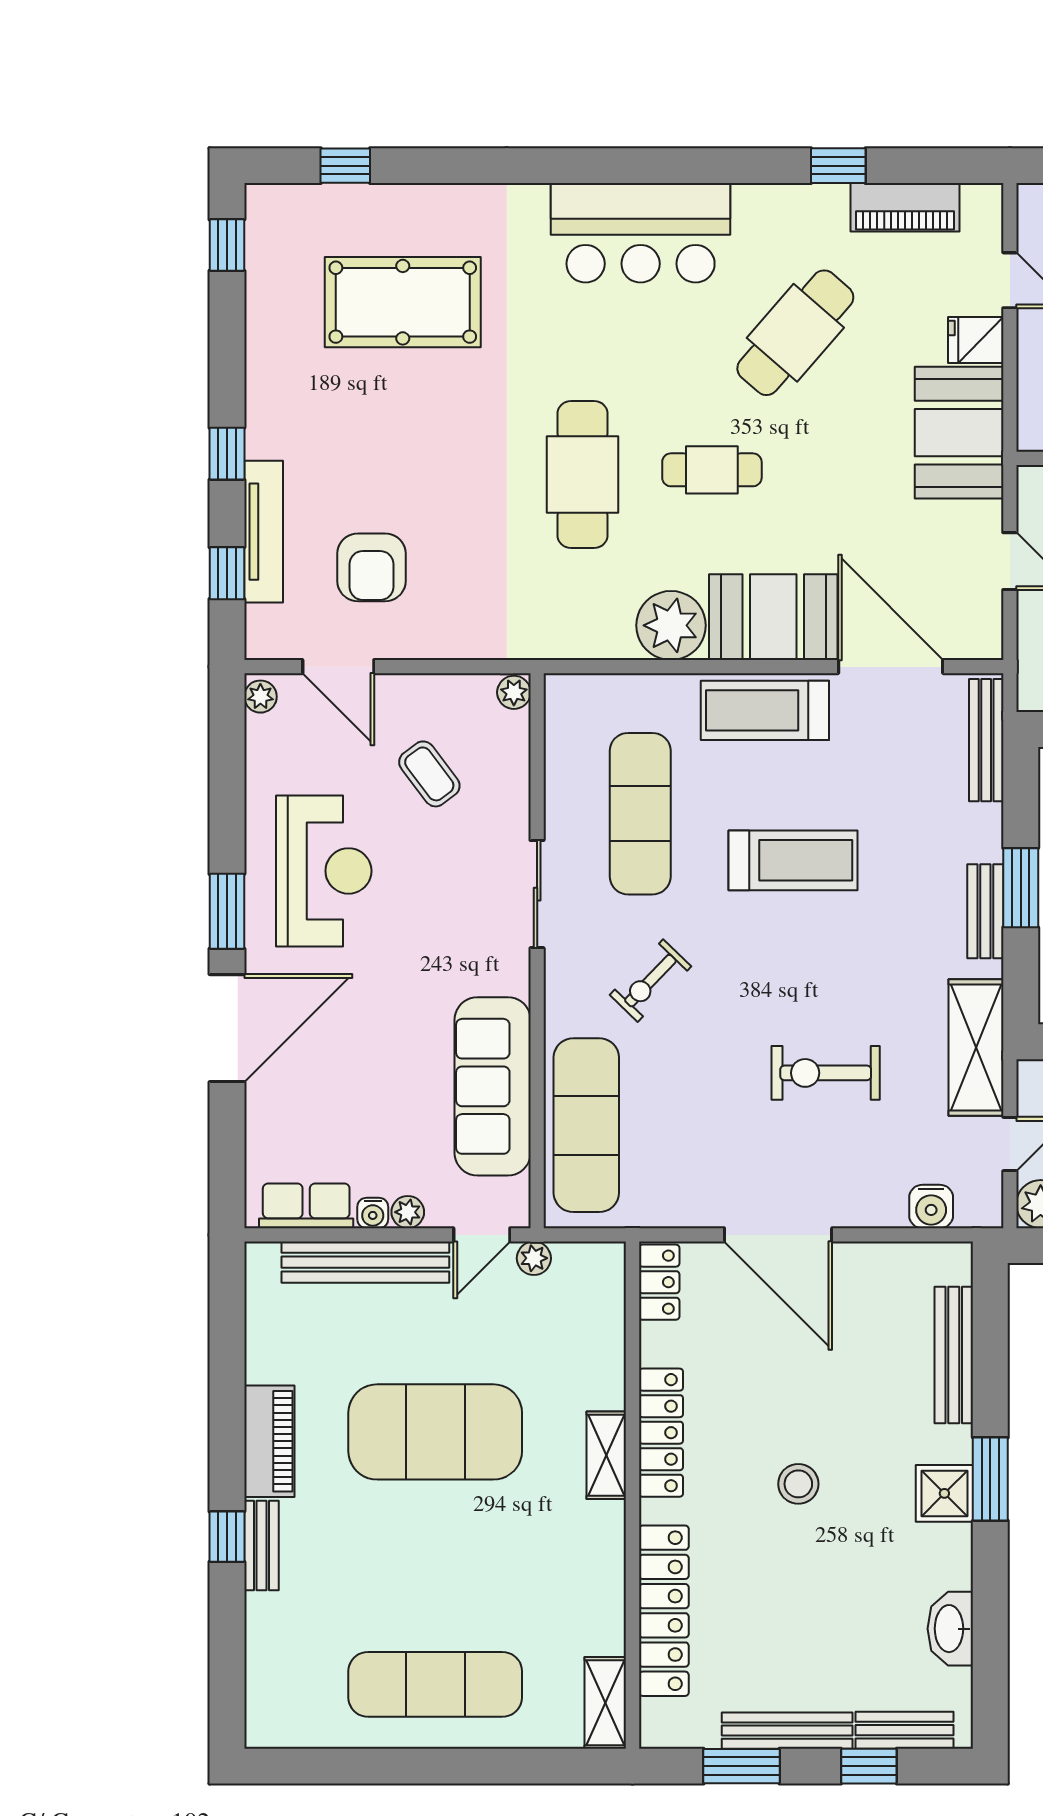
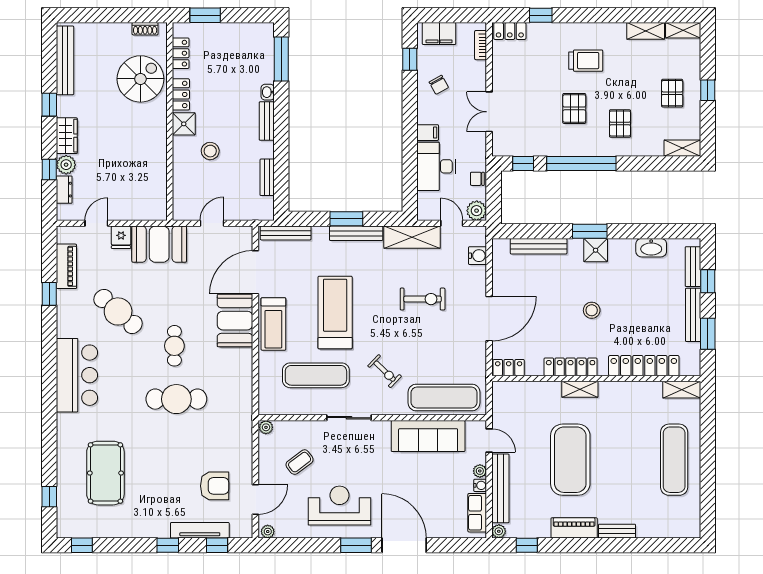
plant: (671, 625) -> (238, 363), removed
treadmill: (793, 860) -> (335, 312), width x1.37, depth x1.38
bench: (985, 911) -> (356, 233), width x1.36
exercise bike: (826, 1073) -> (423, 299), turned -90
plant: (534, 1258) -> (499, 531), moved
window: (227, 1537) -> (527, 545), moved

